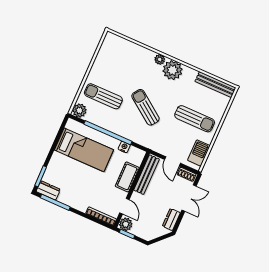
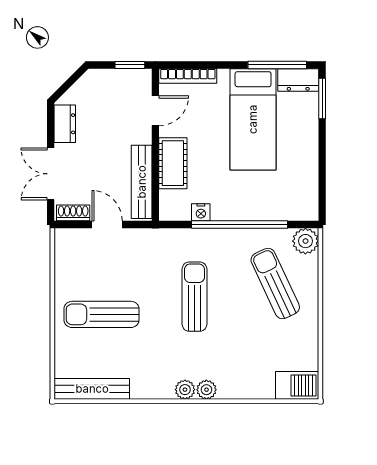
plant: (173, 70) -> (185, 390), width x0.53, depth x0.53
sun lounger: (103, 96) -> (275, 283), turned -115
sun lounger: (145, 107) -> (194, 297), turned -126
bed: (84, 150) -> (253, 119), moved, turned -90
barbecue: (199, 153) -> (297, 385), moved, turned -90
door: (124, 206) -> (155, 111), swing flipped
plant: (126, 224) -> (140, 81), removed

